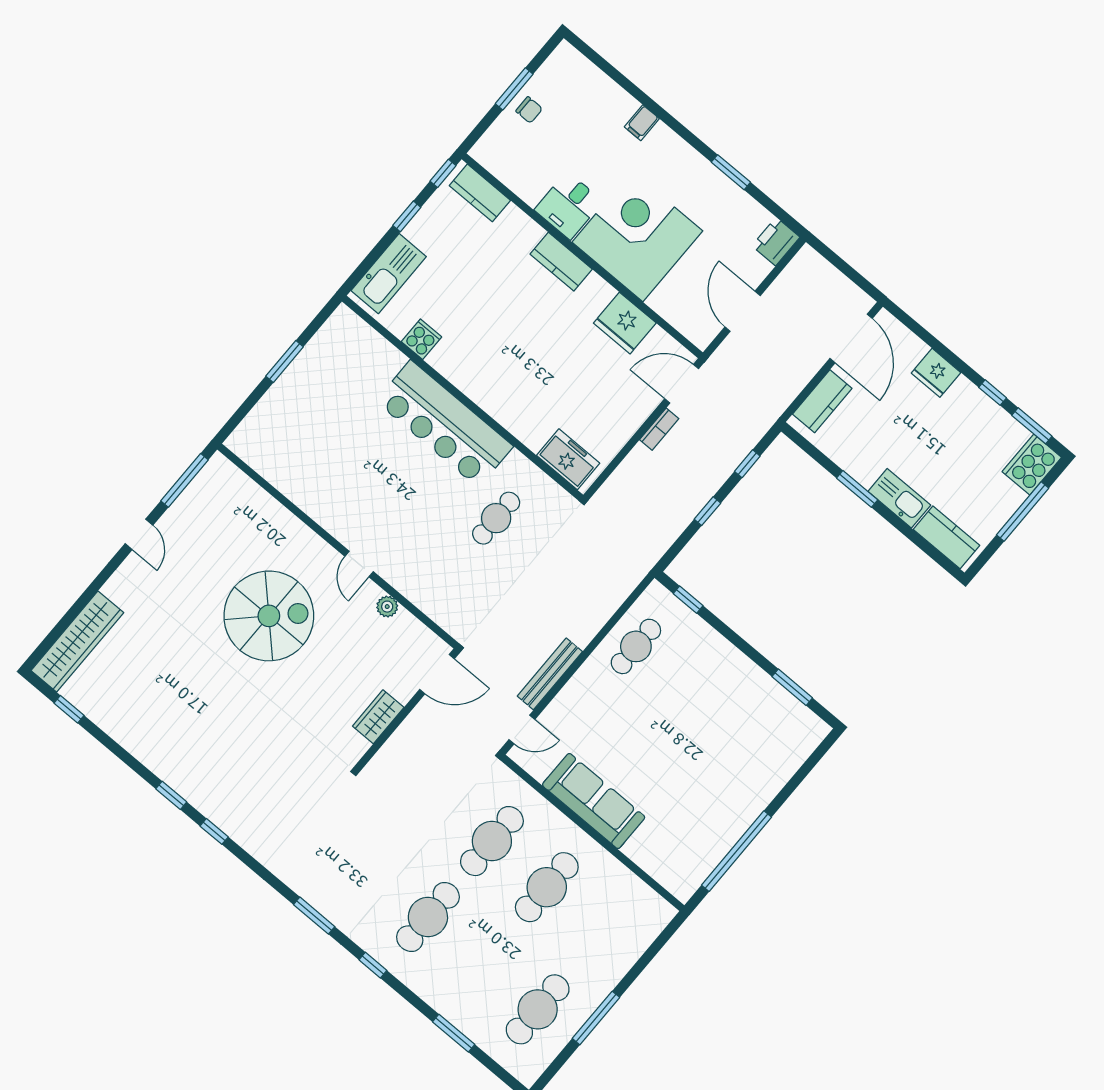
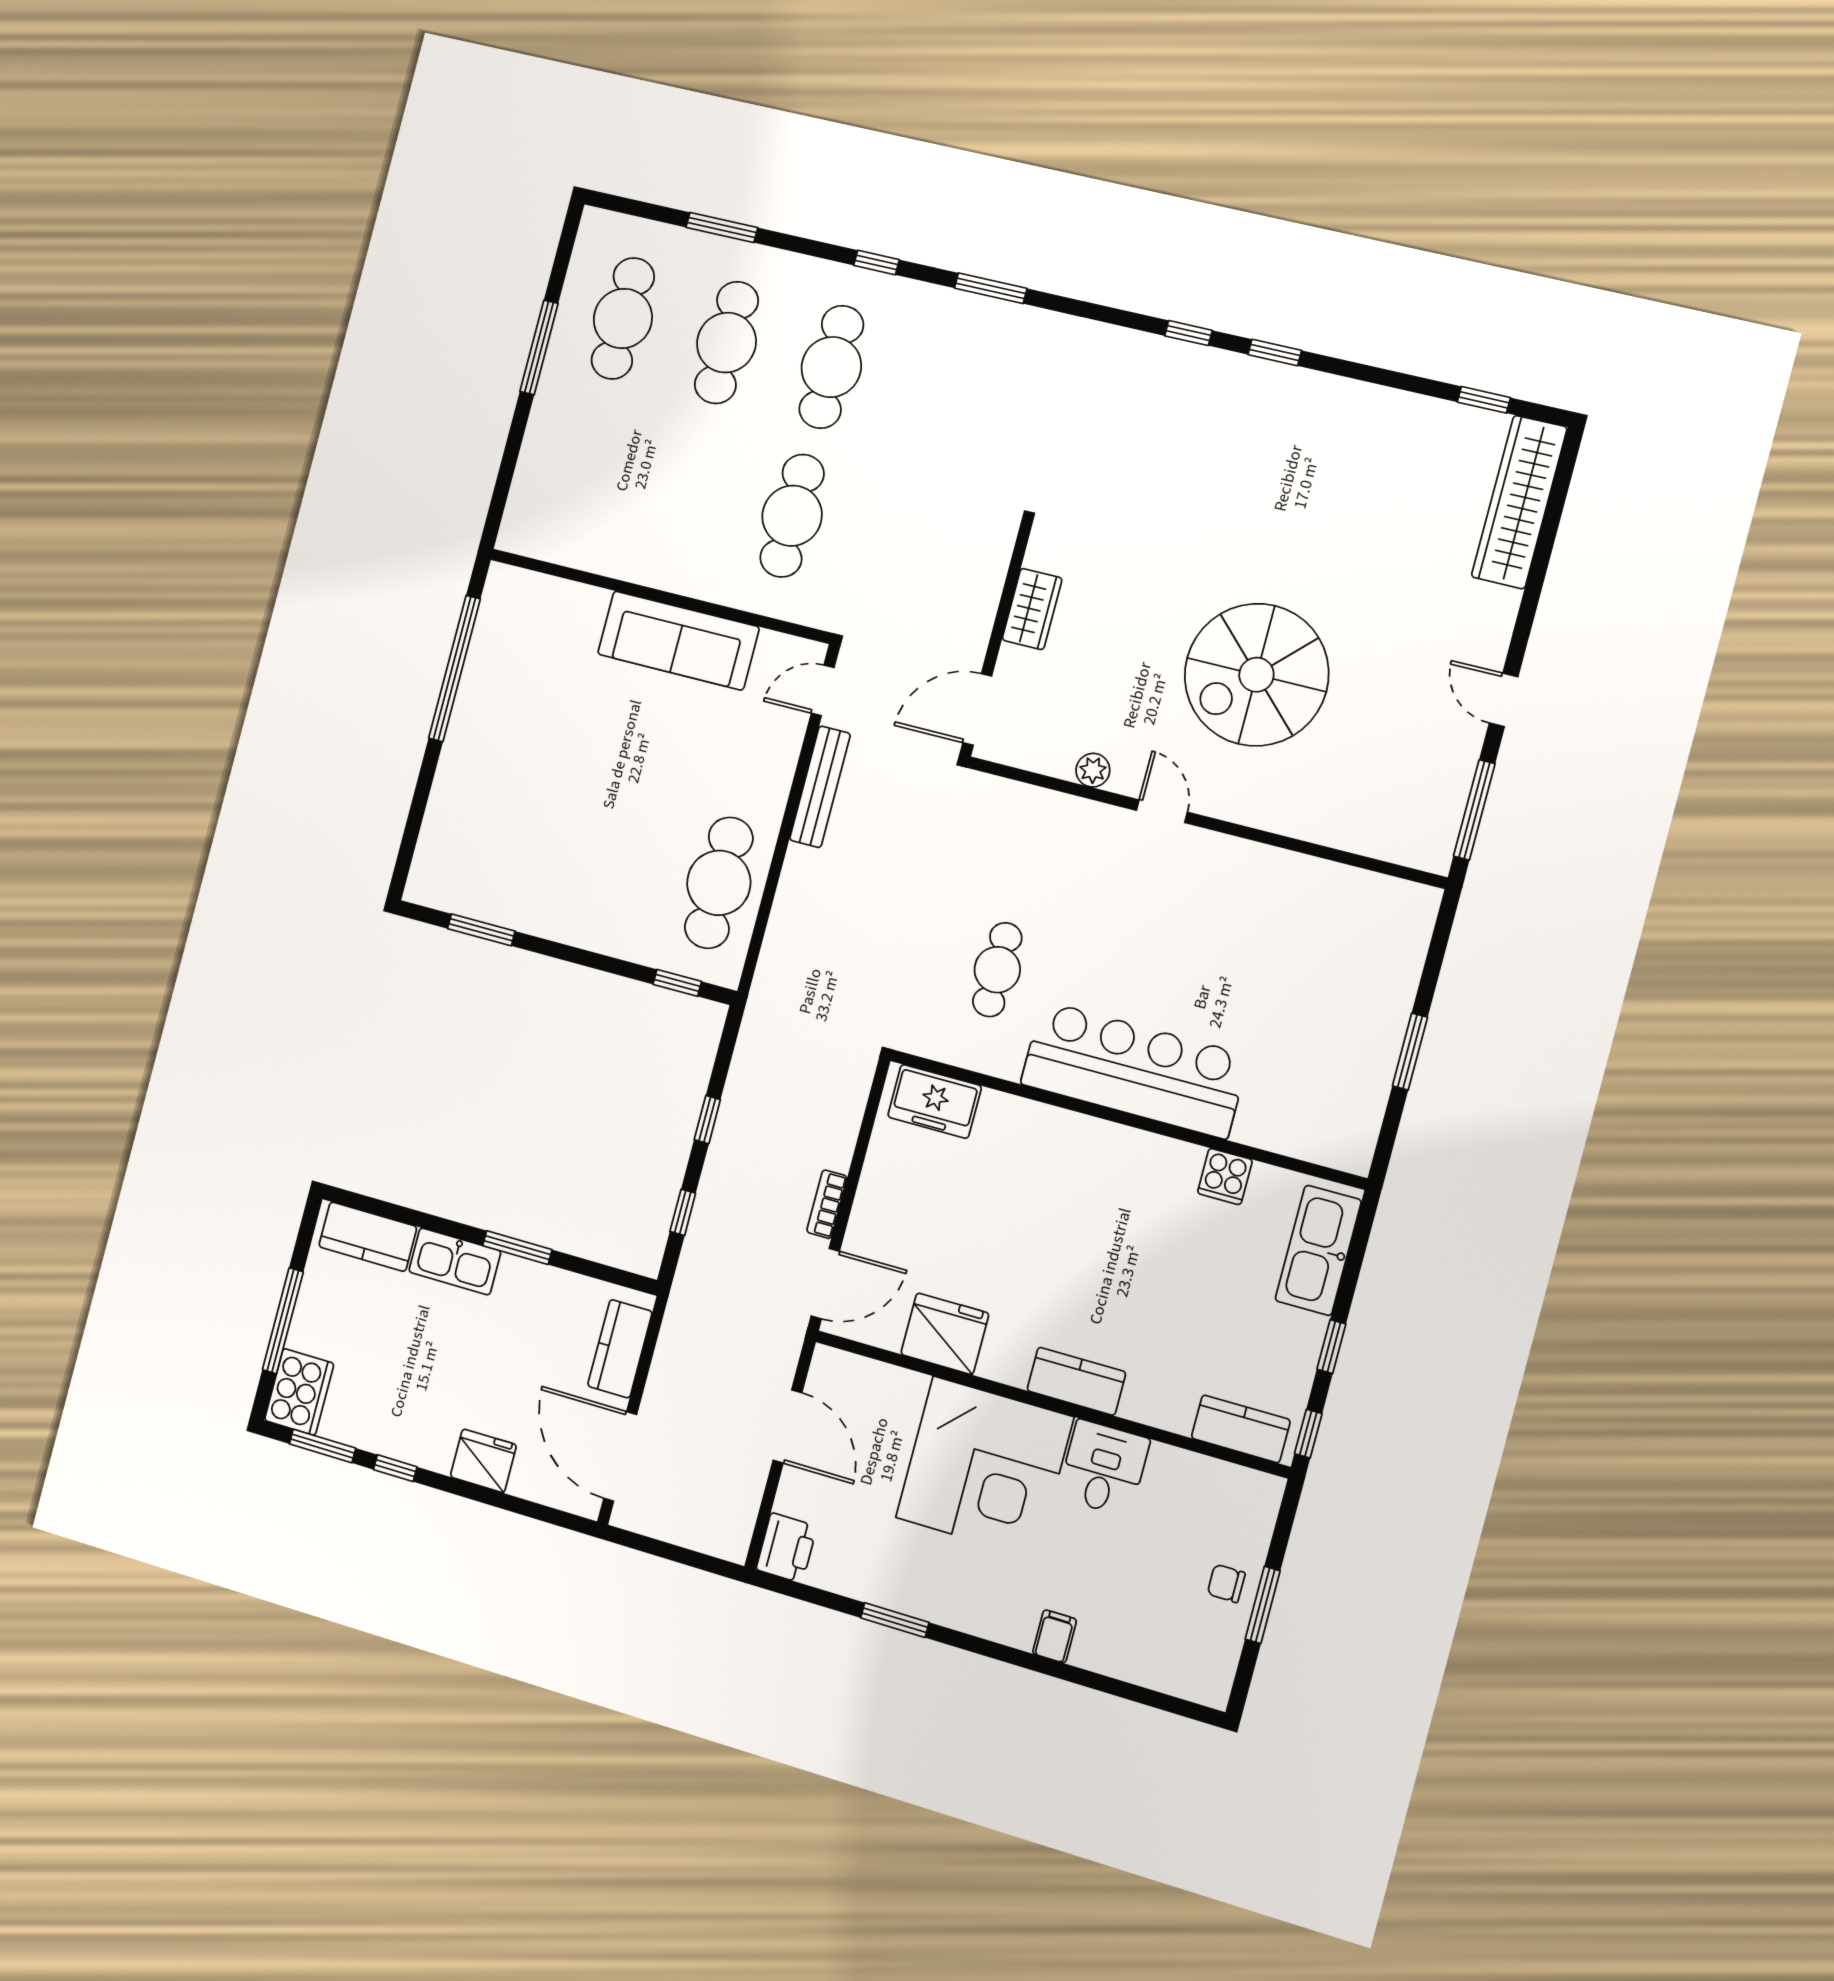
cafe table: (636, 646) -> (719, 883), width x1.37, depth x1.35
cafe table: (547, 887) -> (726, 343), moved

